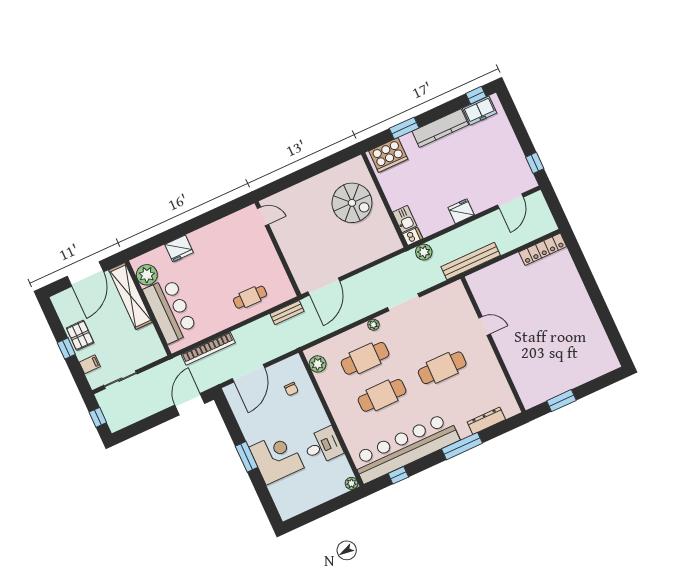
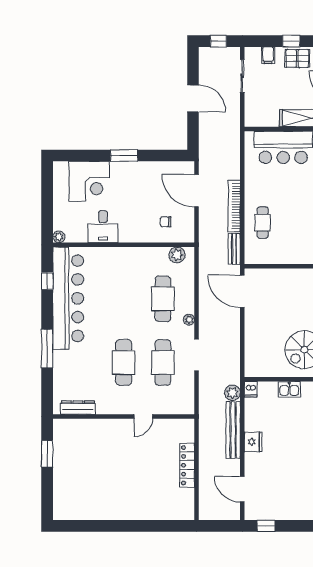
kitchen sink: (405, 219) -> (289, 389), moved
locker: (543, 249) -> (187, 465), moved
bench: (471, 261) -> (233, 430), moved
bookcase: (208, 349) -> (234, 206), moved
cafe table: (382, 395) -> (163, 363), moved
door: (190, 404) -> (193, 98), moved
dresser: (486, 421) -> (78, 408), moved, turned -90
corner desk: (276, 458) -> (89, 181), moved

